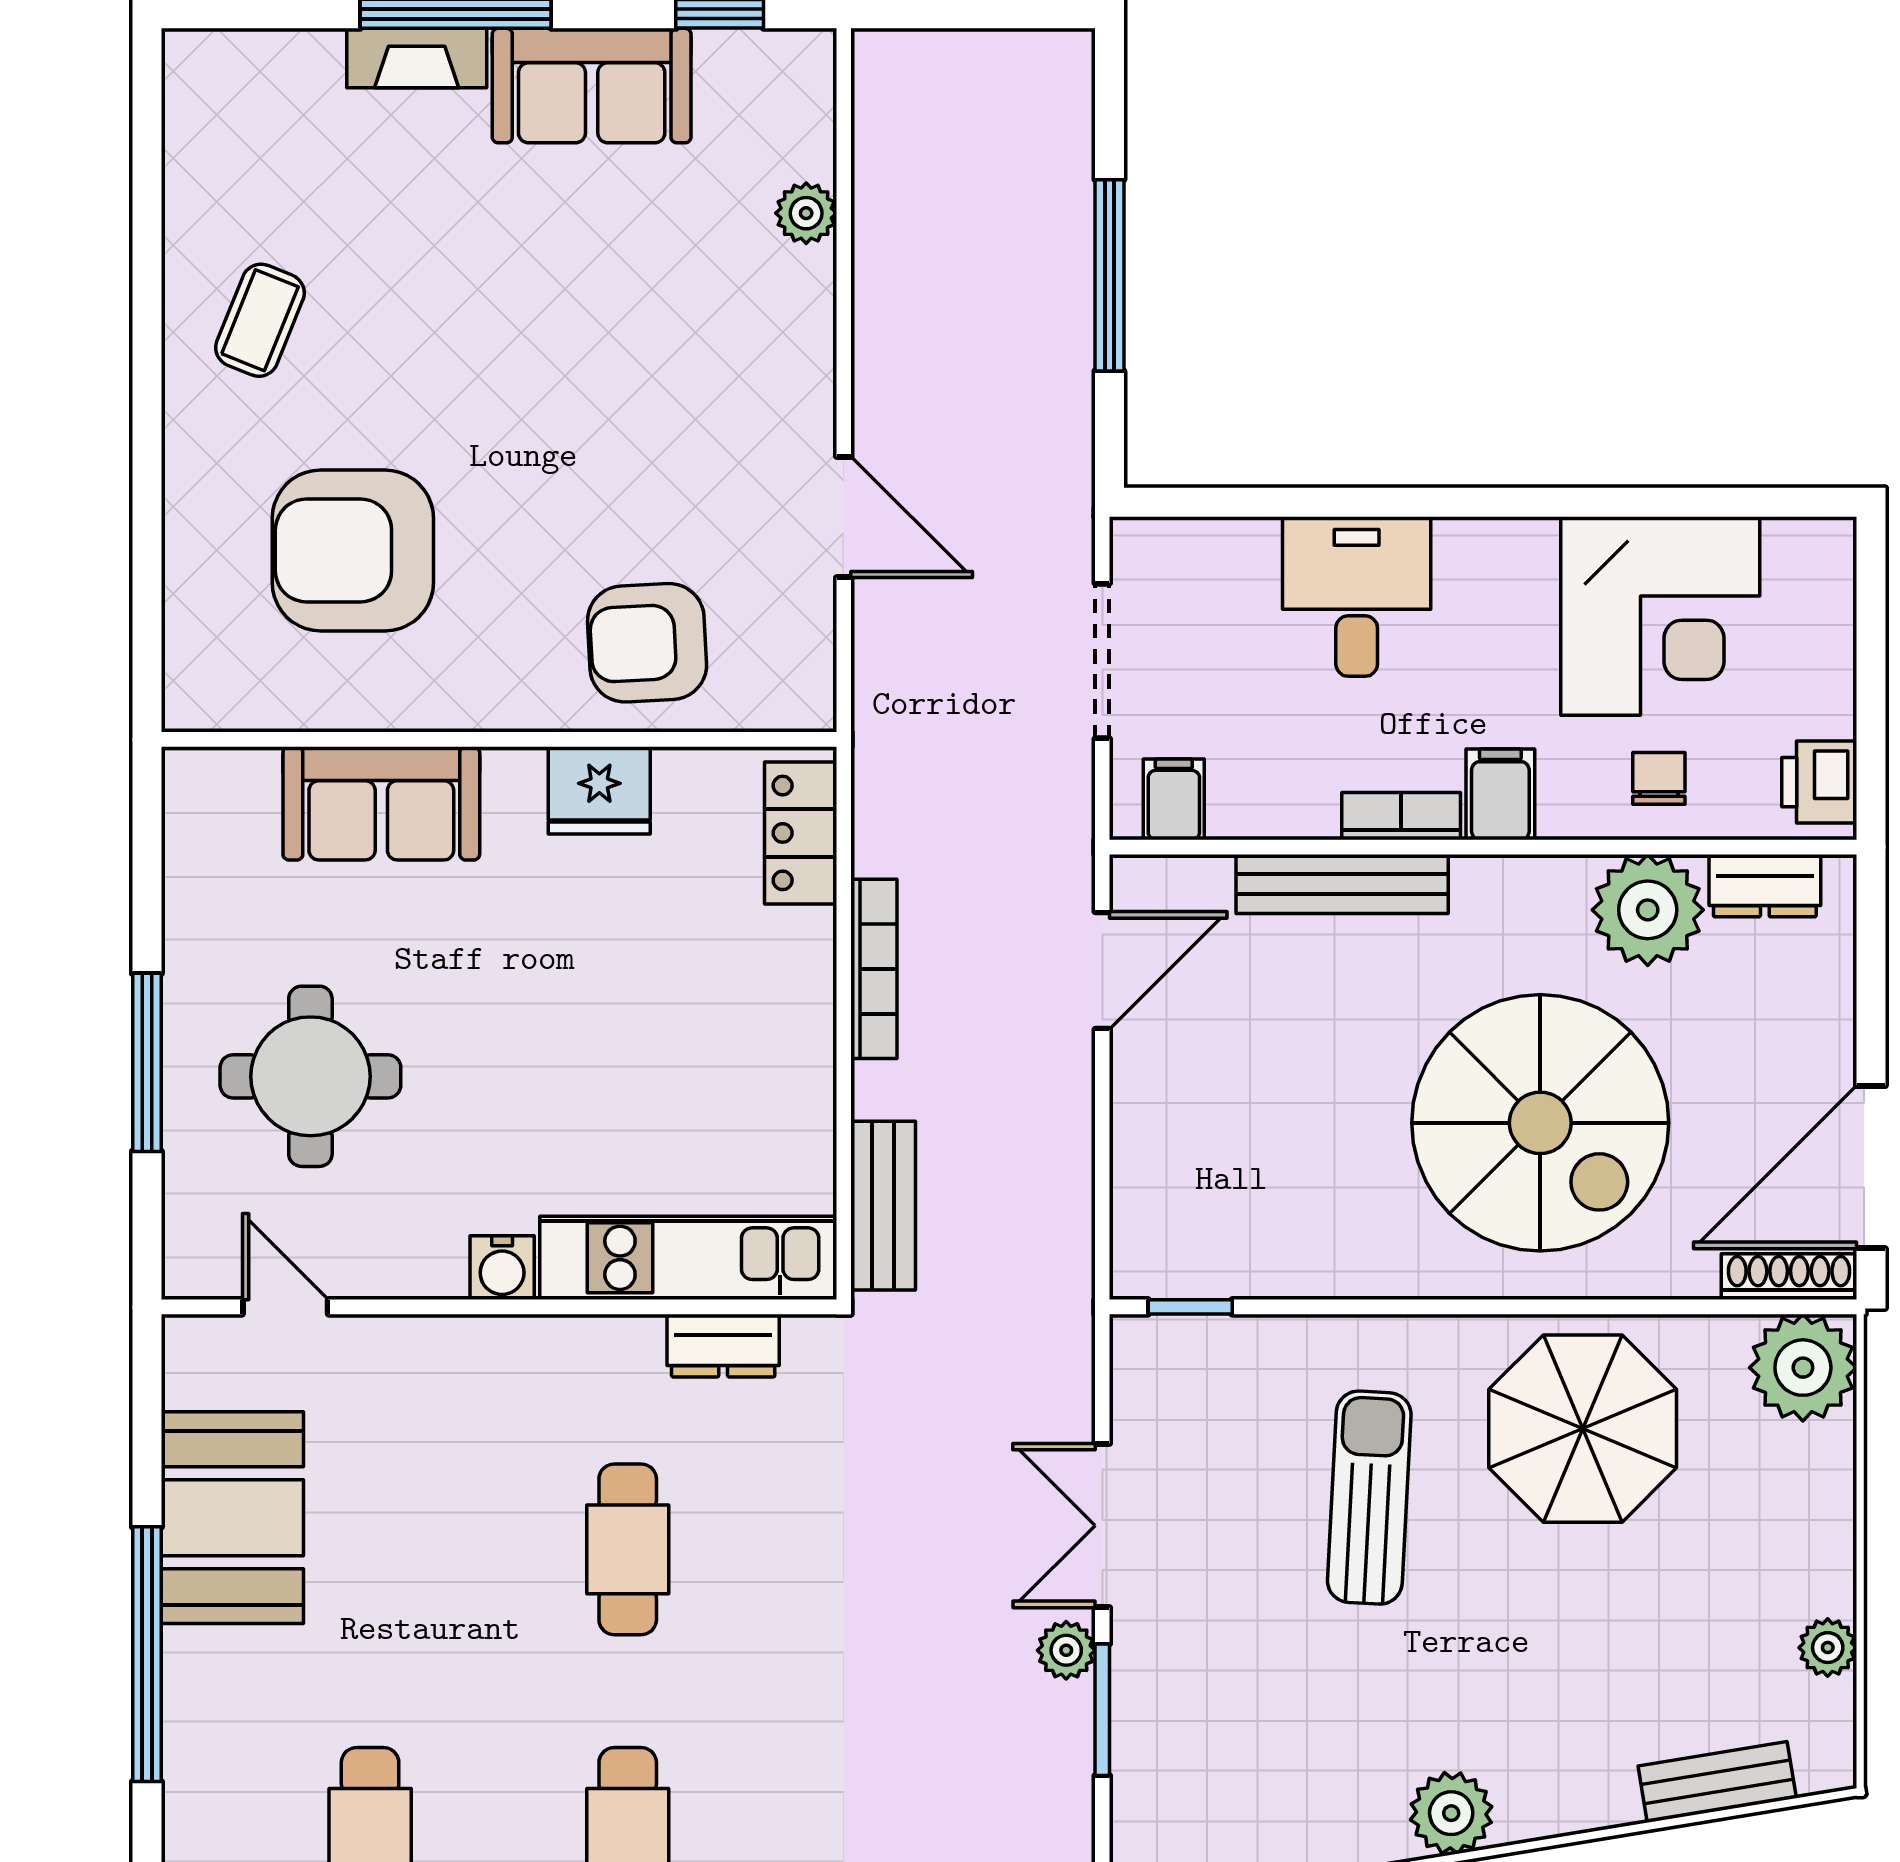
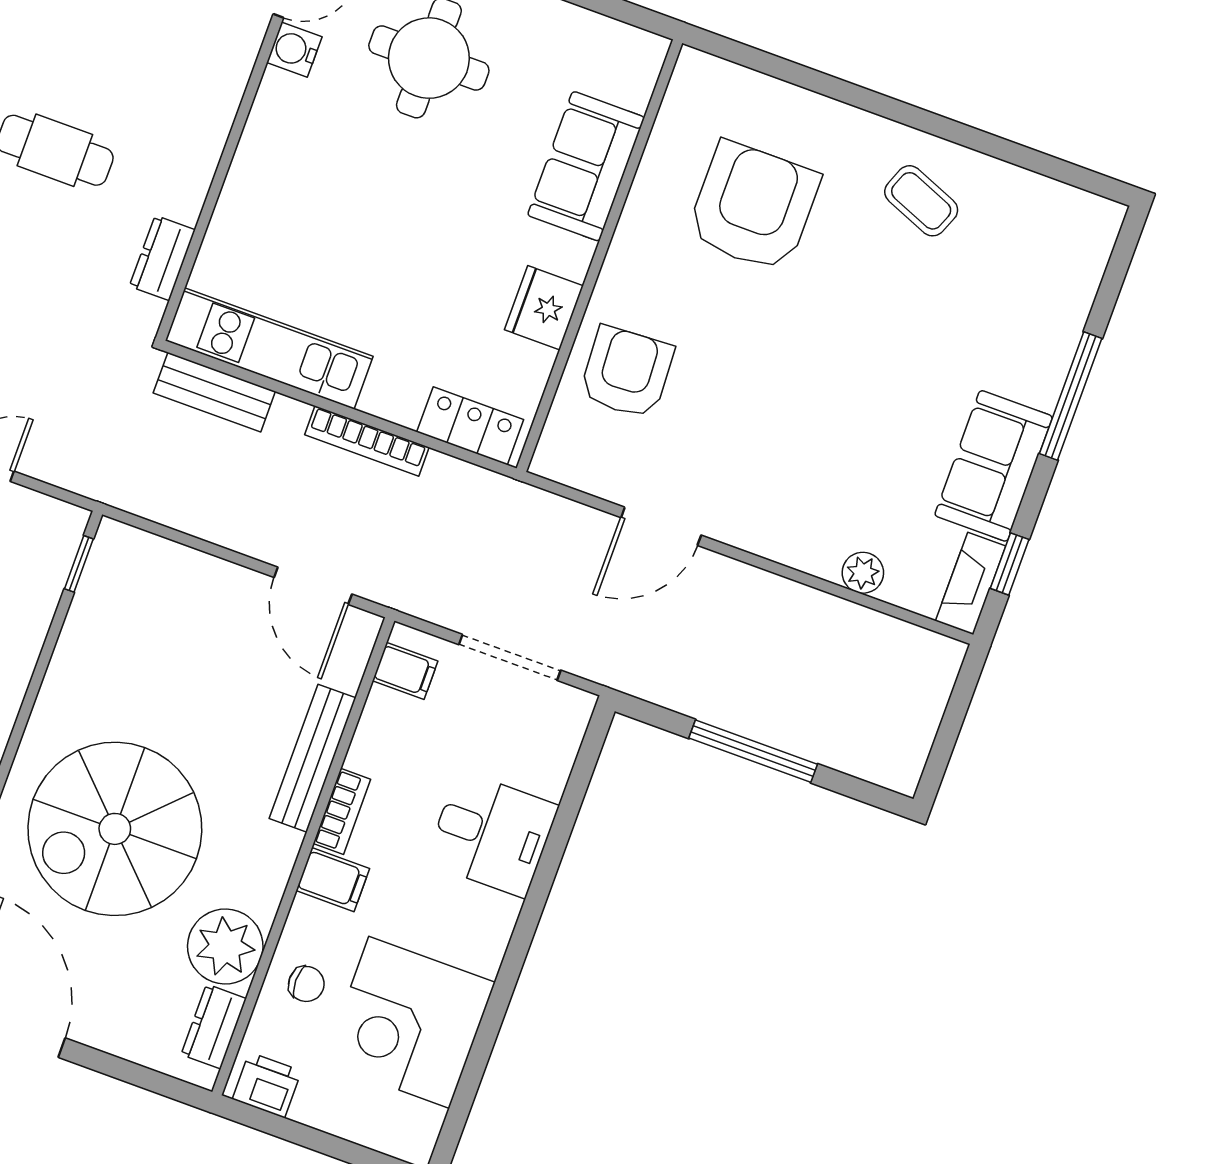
fireplace: (417, 58) -> (971, 583), moved
kitchen unit: (688, 1258) -> (269, 348), moved, turned -90
water cooler: (502, 1268) -> (294, 50), moved

